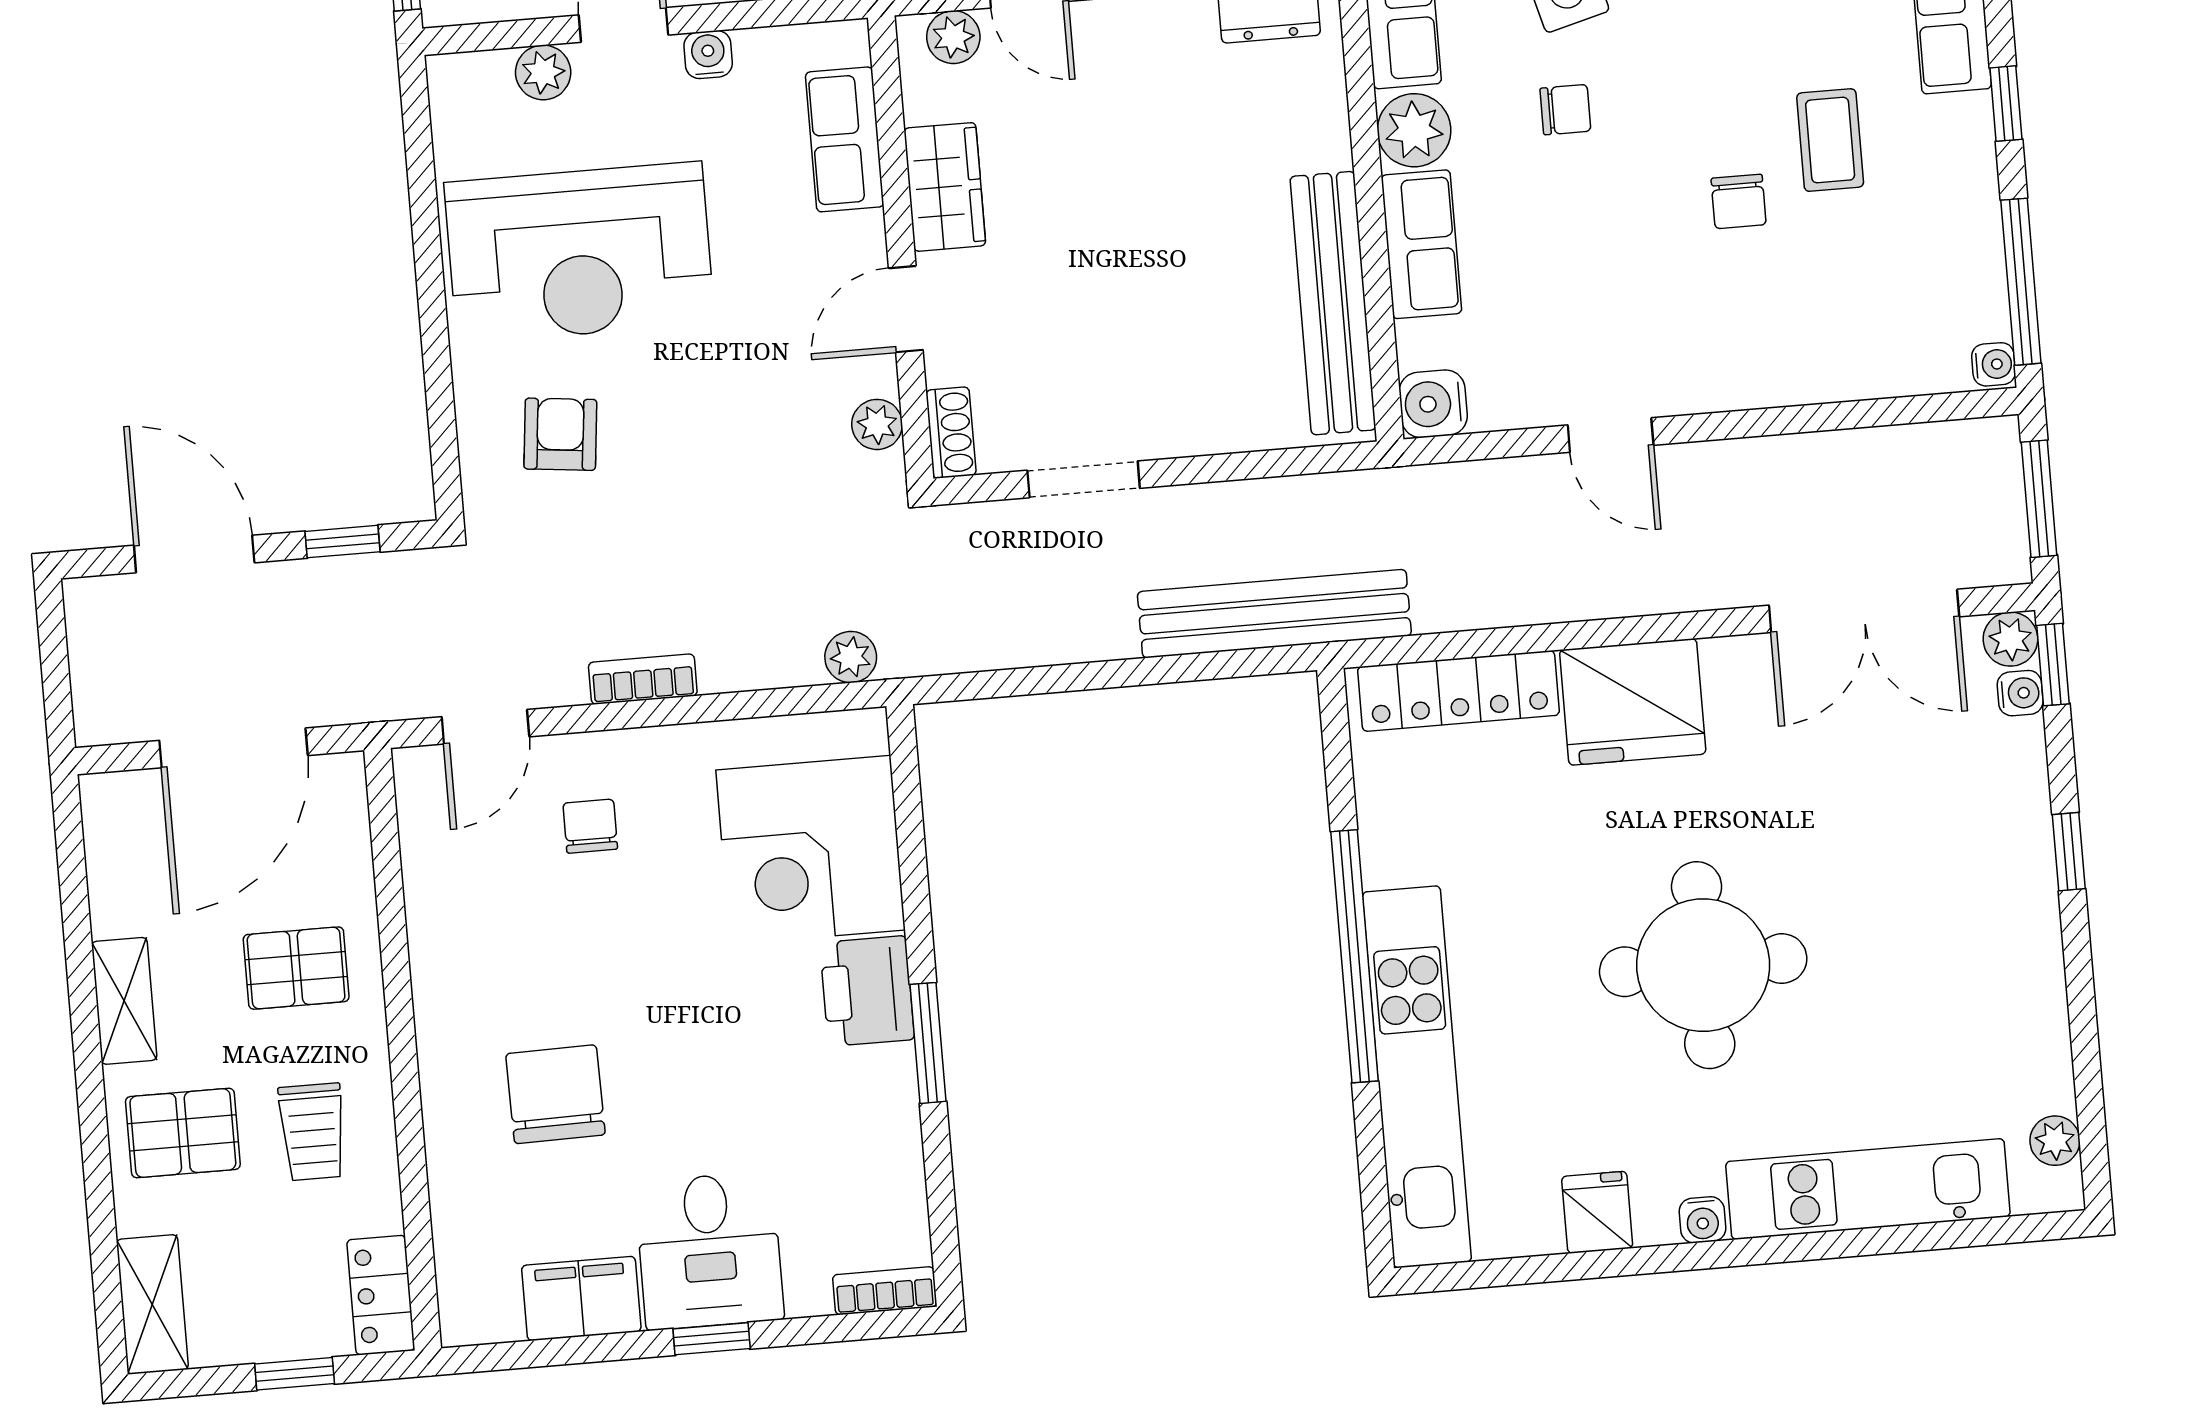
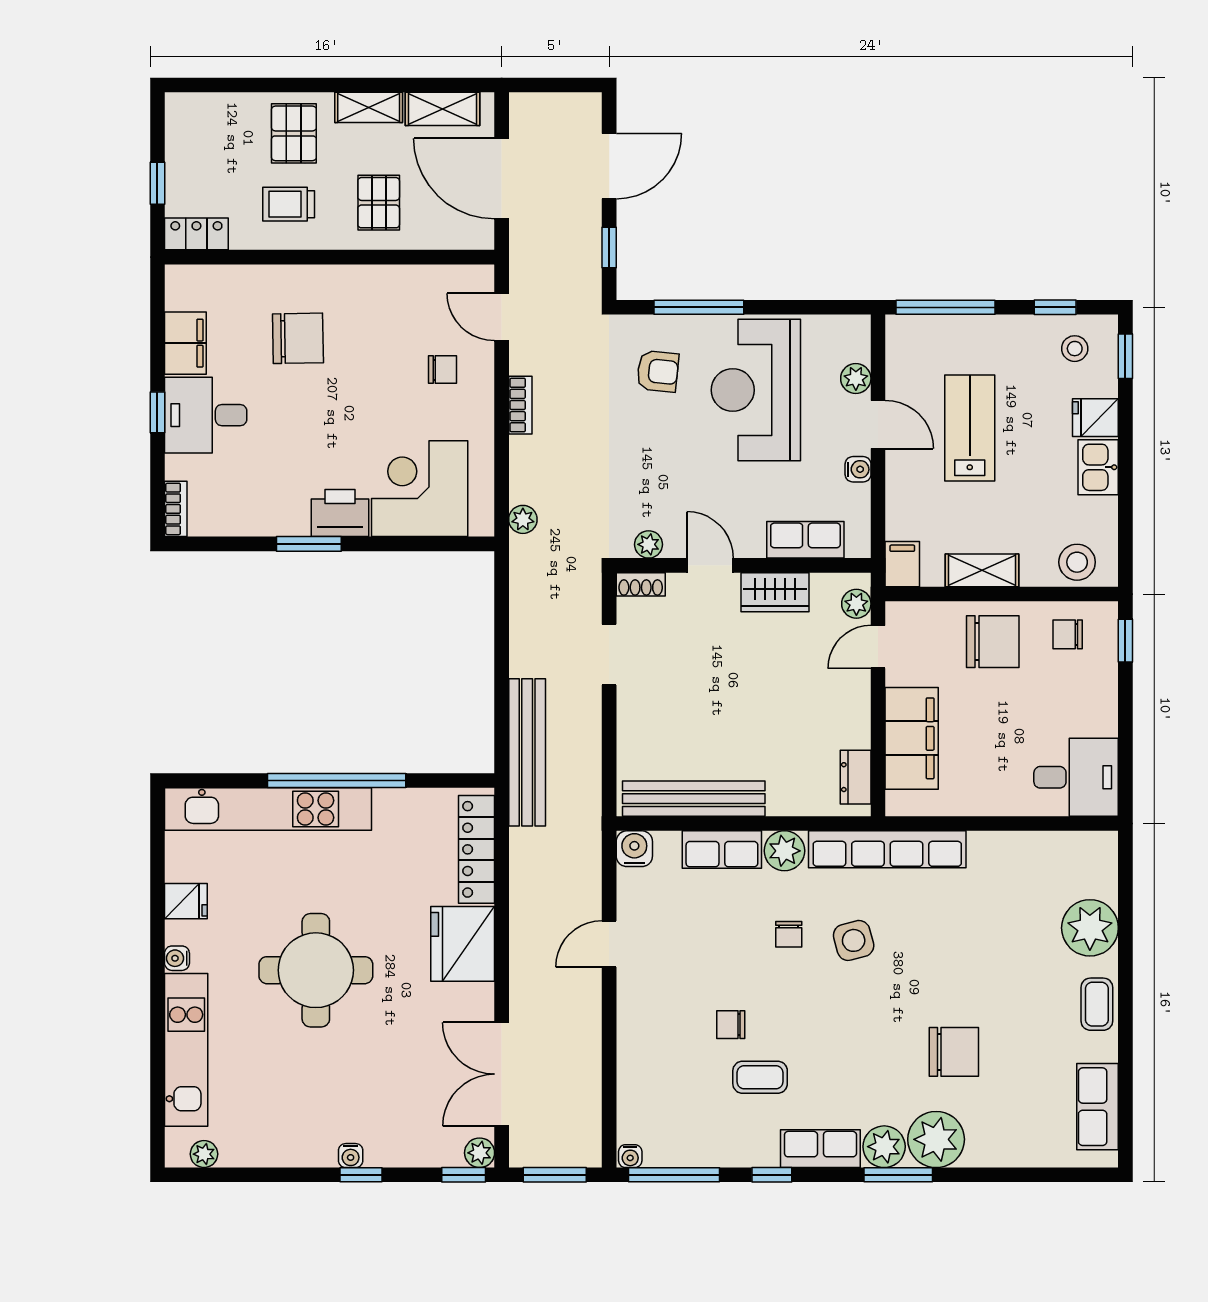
window: (438, 369) -> (699, 307), added
water cooler: (2020, 693) -> (351, 1156), moved
shelving: (152, 1304) -> (442, 109), moved

